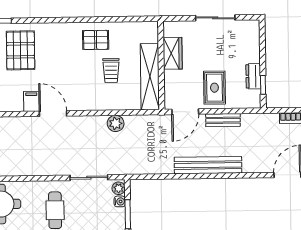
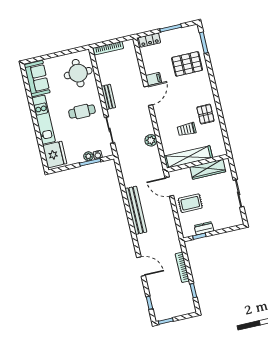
wardrobe: (173, 53) -> (208, 169), width x1.50
bench: (223, 120) -> (108, 97), moved
plant: (119, 188) -> (88, 156), moved

